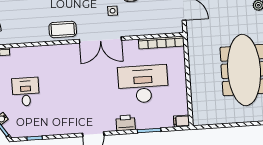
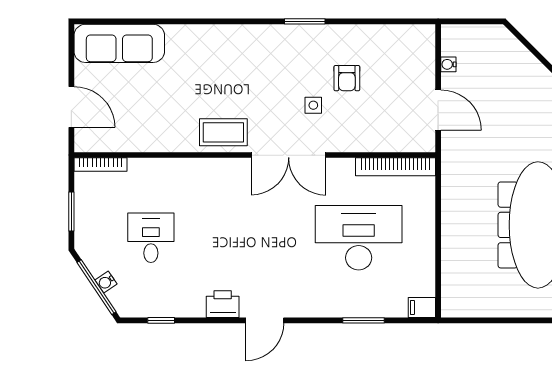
printer: (126, 123) -> (223, 304), moved

